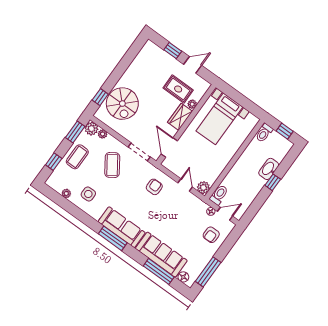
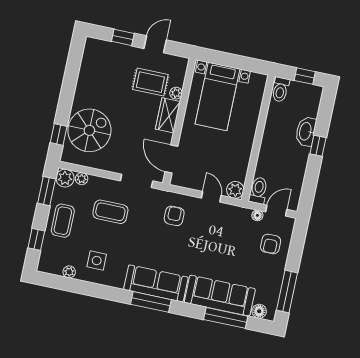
spiral stairs: (122, 104) -> (89, 130), turned -90
coffee table: (112, 165) -> (110, 212), turned -56

